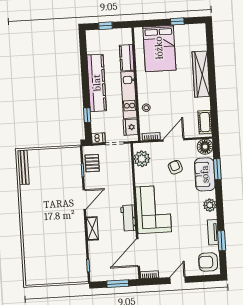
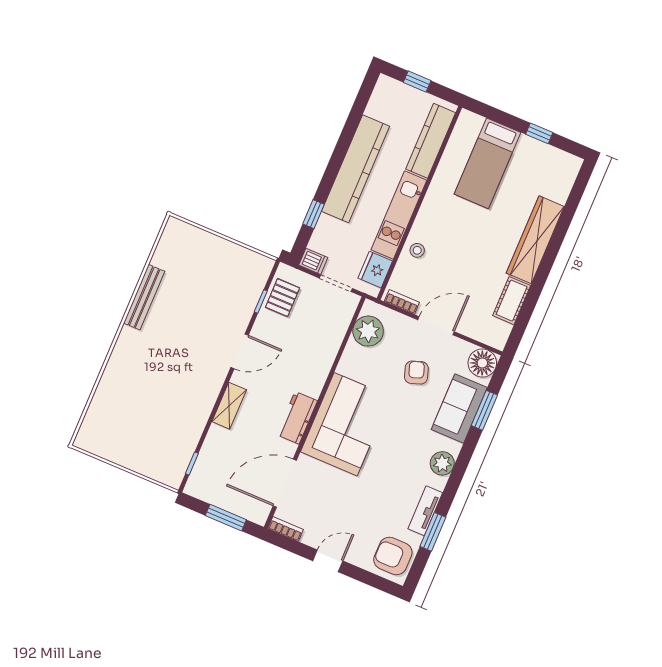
bed: (159, 48) -> (488, 163), width x0.67
kitchen counter: (127, 58) -> (431, 141), width x1.50
cot: (205, 122) -> (512, 301), moved
bench: (23, 167) -> (144, 297), moved

